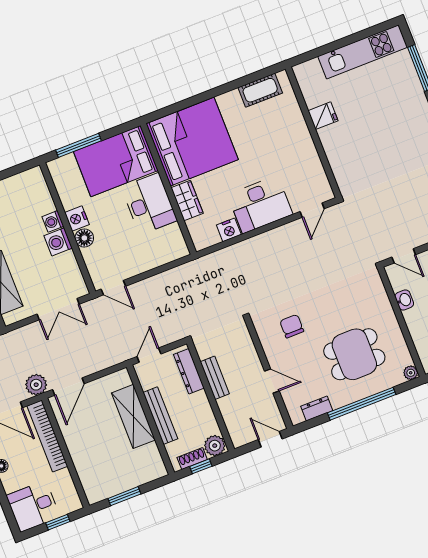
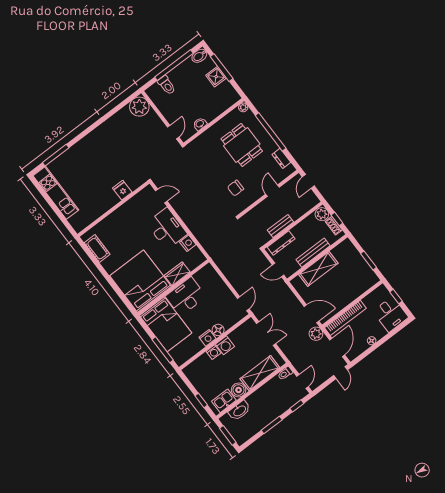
fridge: (323, 116) -> (122, 190), moved

